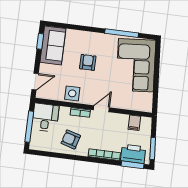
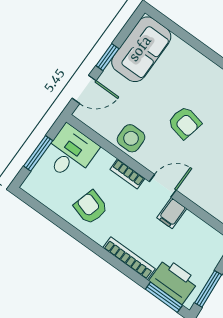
window: (40, 41) -> (107, 57), moved
armchair: (88, 62) -> (185, 123), moved, turned 102
filing cabinet: (134, 123) -> (172, 213), moved
window: (29, 127) -> (38, 153), width x0.69

